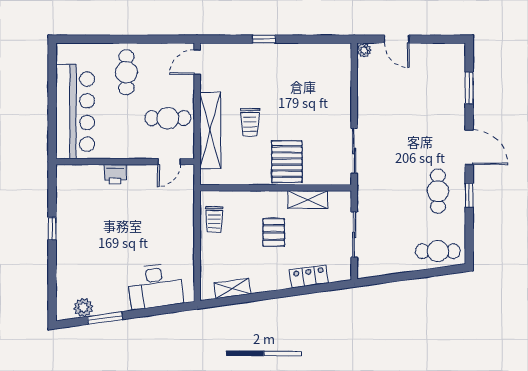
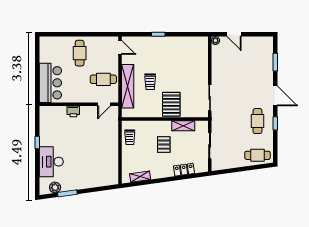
door: (197, 62) -> (120, 47), swing flipped
bar counter: (75, 112) -> (50, 83), width x0.73
desk: (155, 286) -> (51, 162), moved, turned 98

